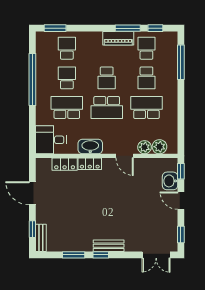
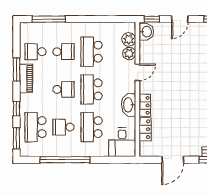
window: (155, 28) -> (16, 109), moved
school desk: (67, 48) -> (35, 127), width x1.85
school desk: (107, 107) -> (92, 89), turned 180
washbasin: (170, 181) -> (146, 32), moved, turned -90

